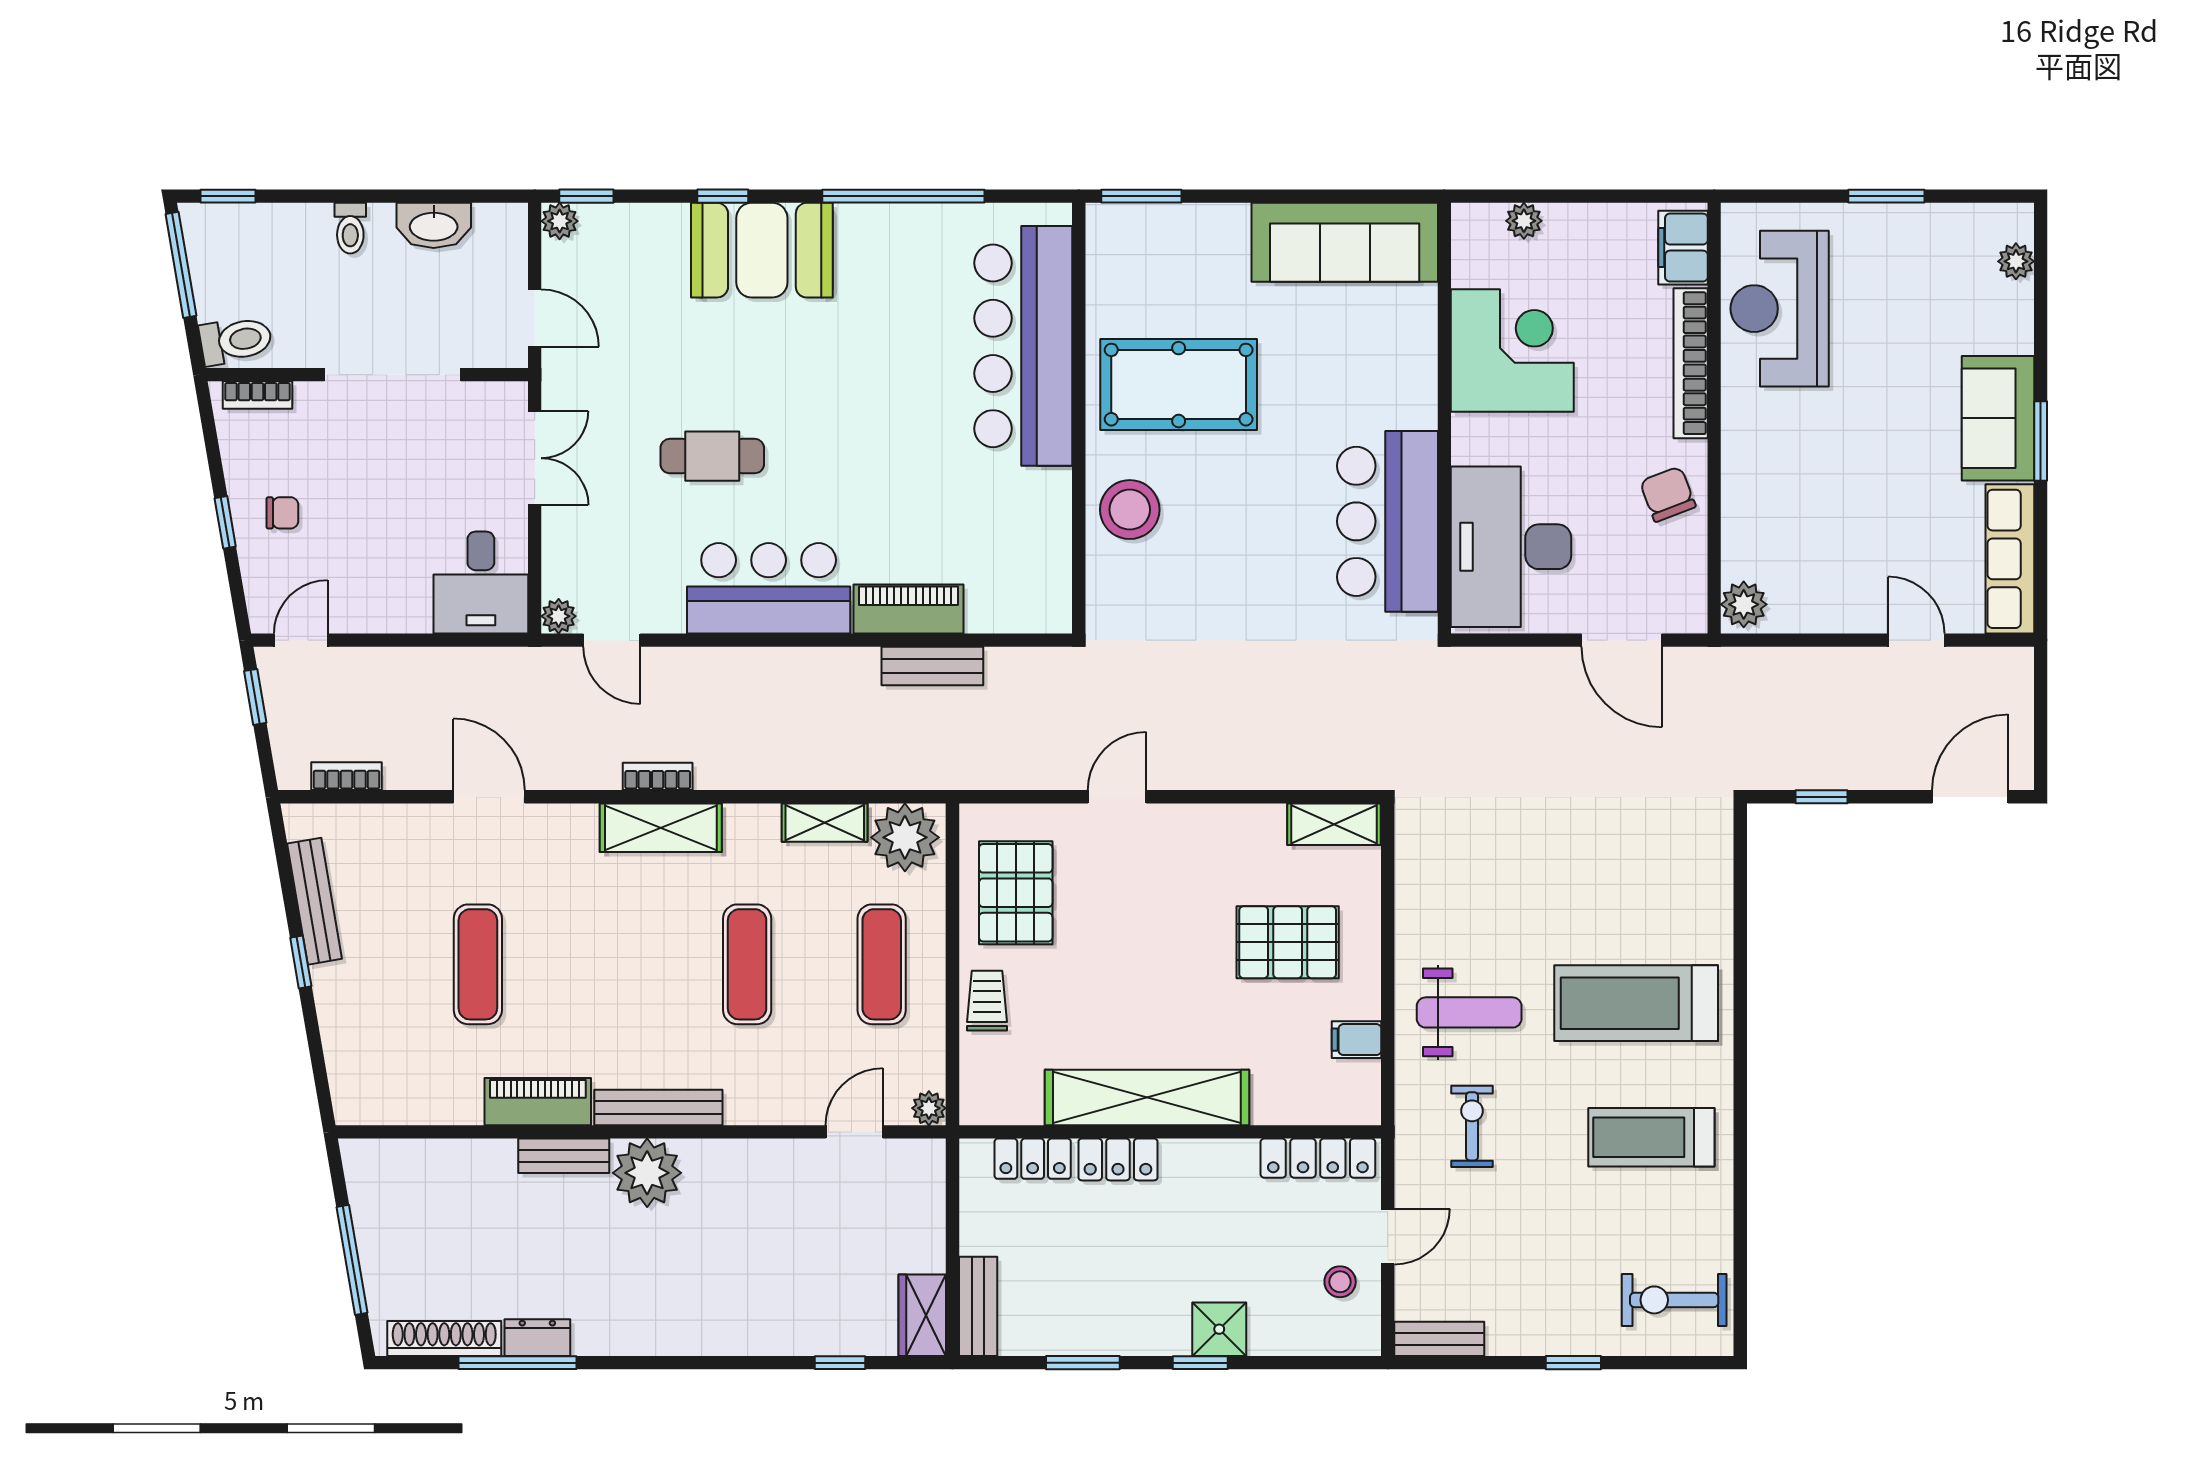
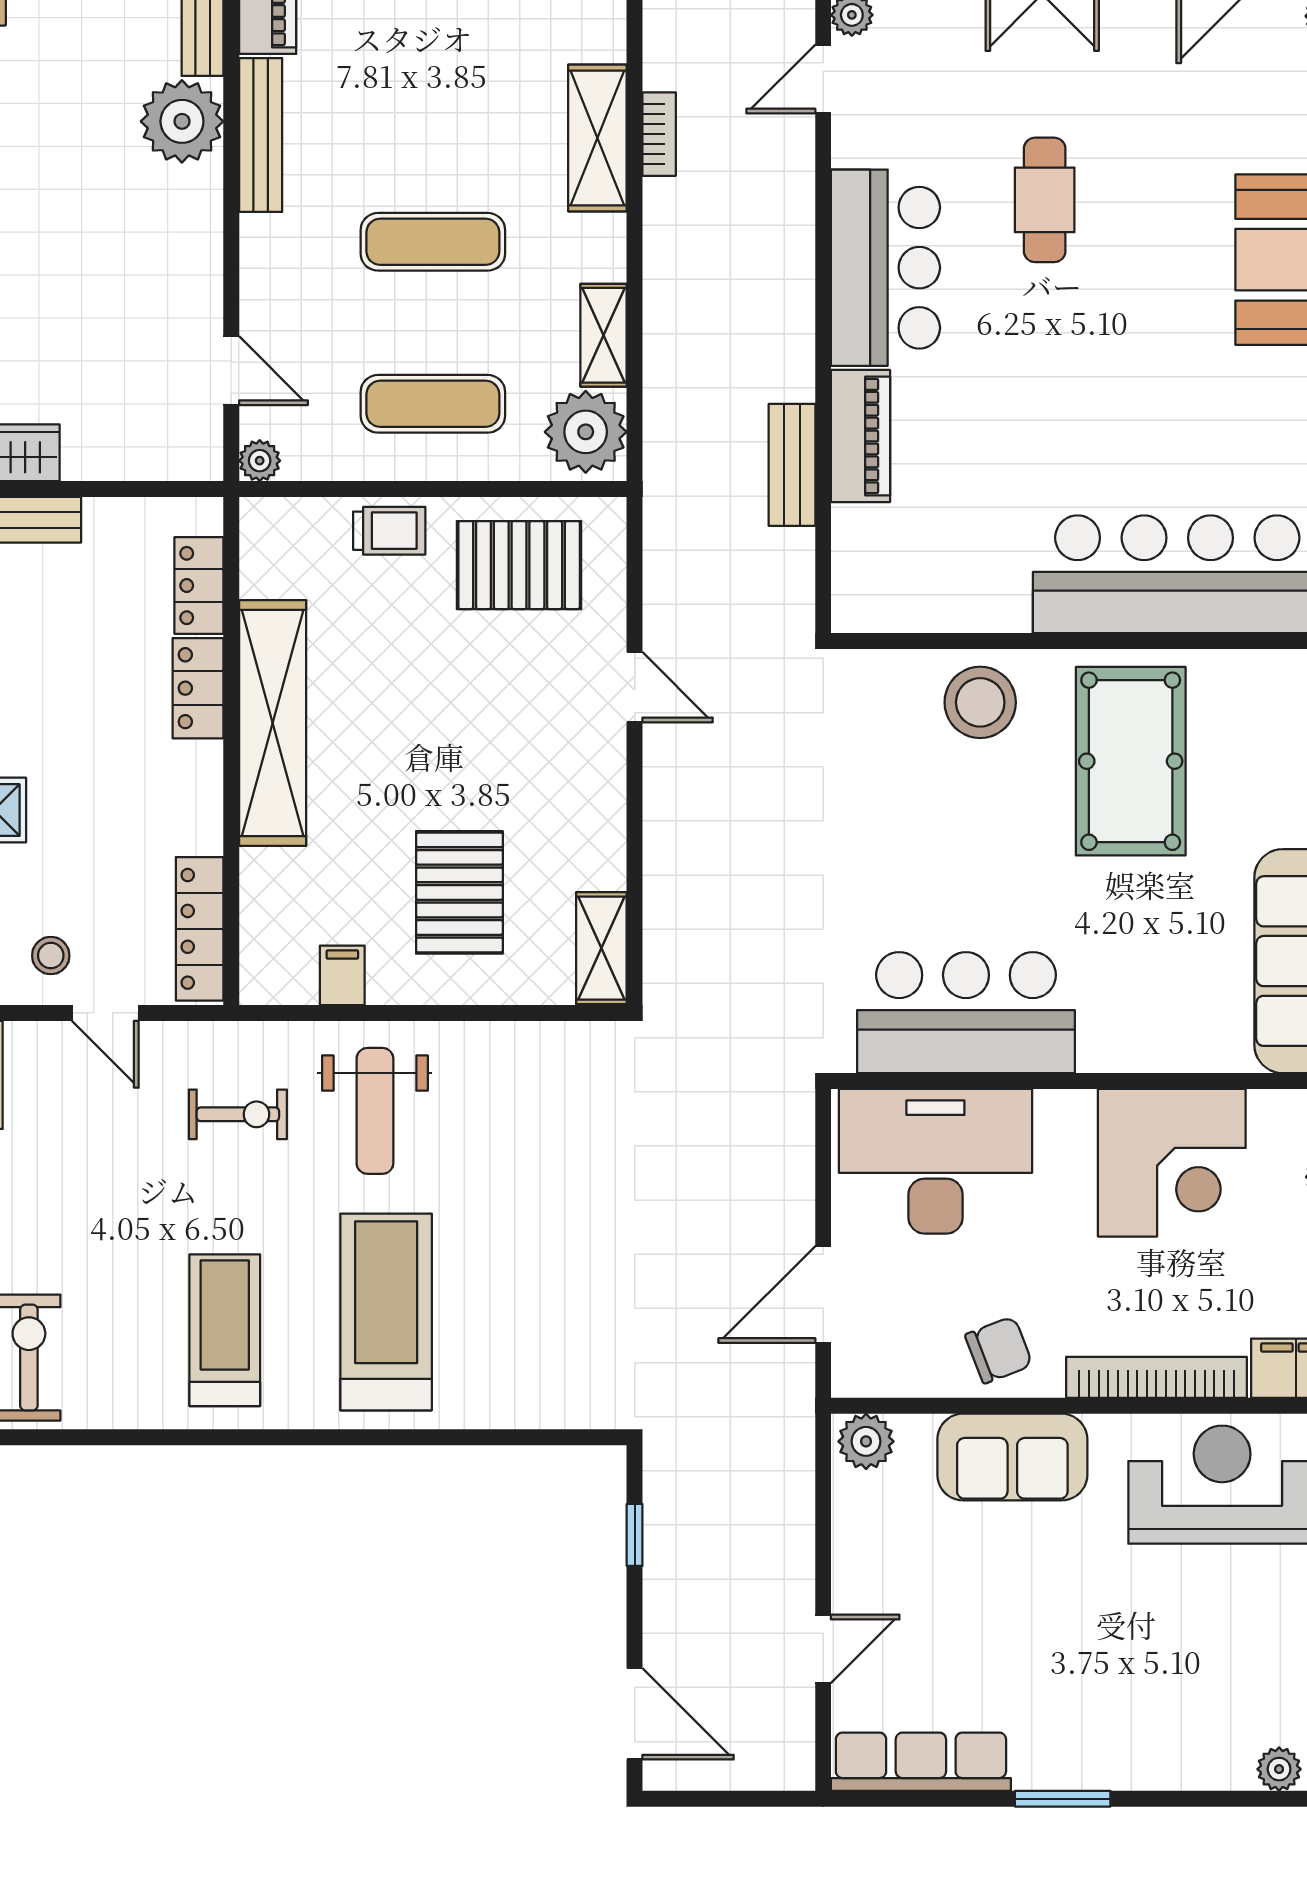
sofa: (1998, 418) -> (1012, 1457), moved, turned 180

